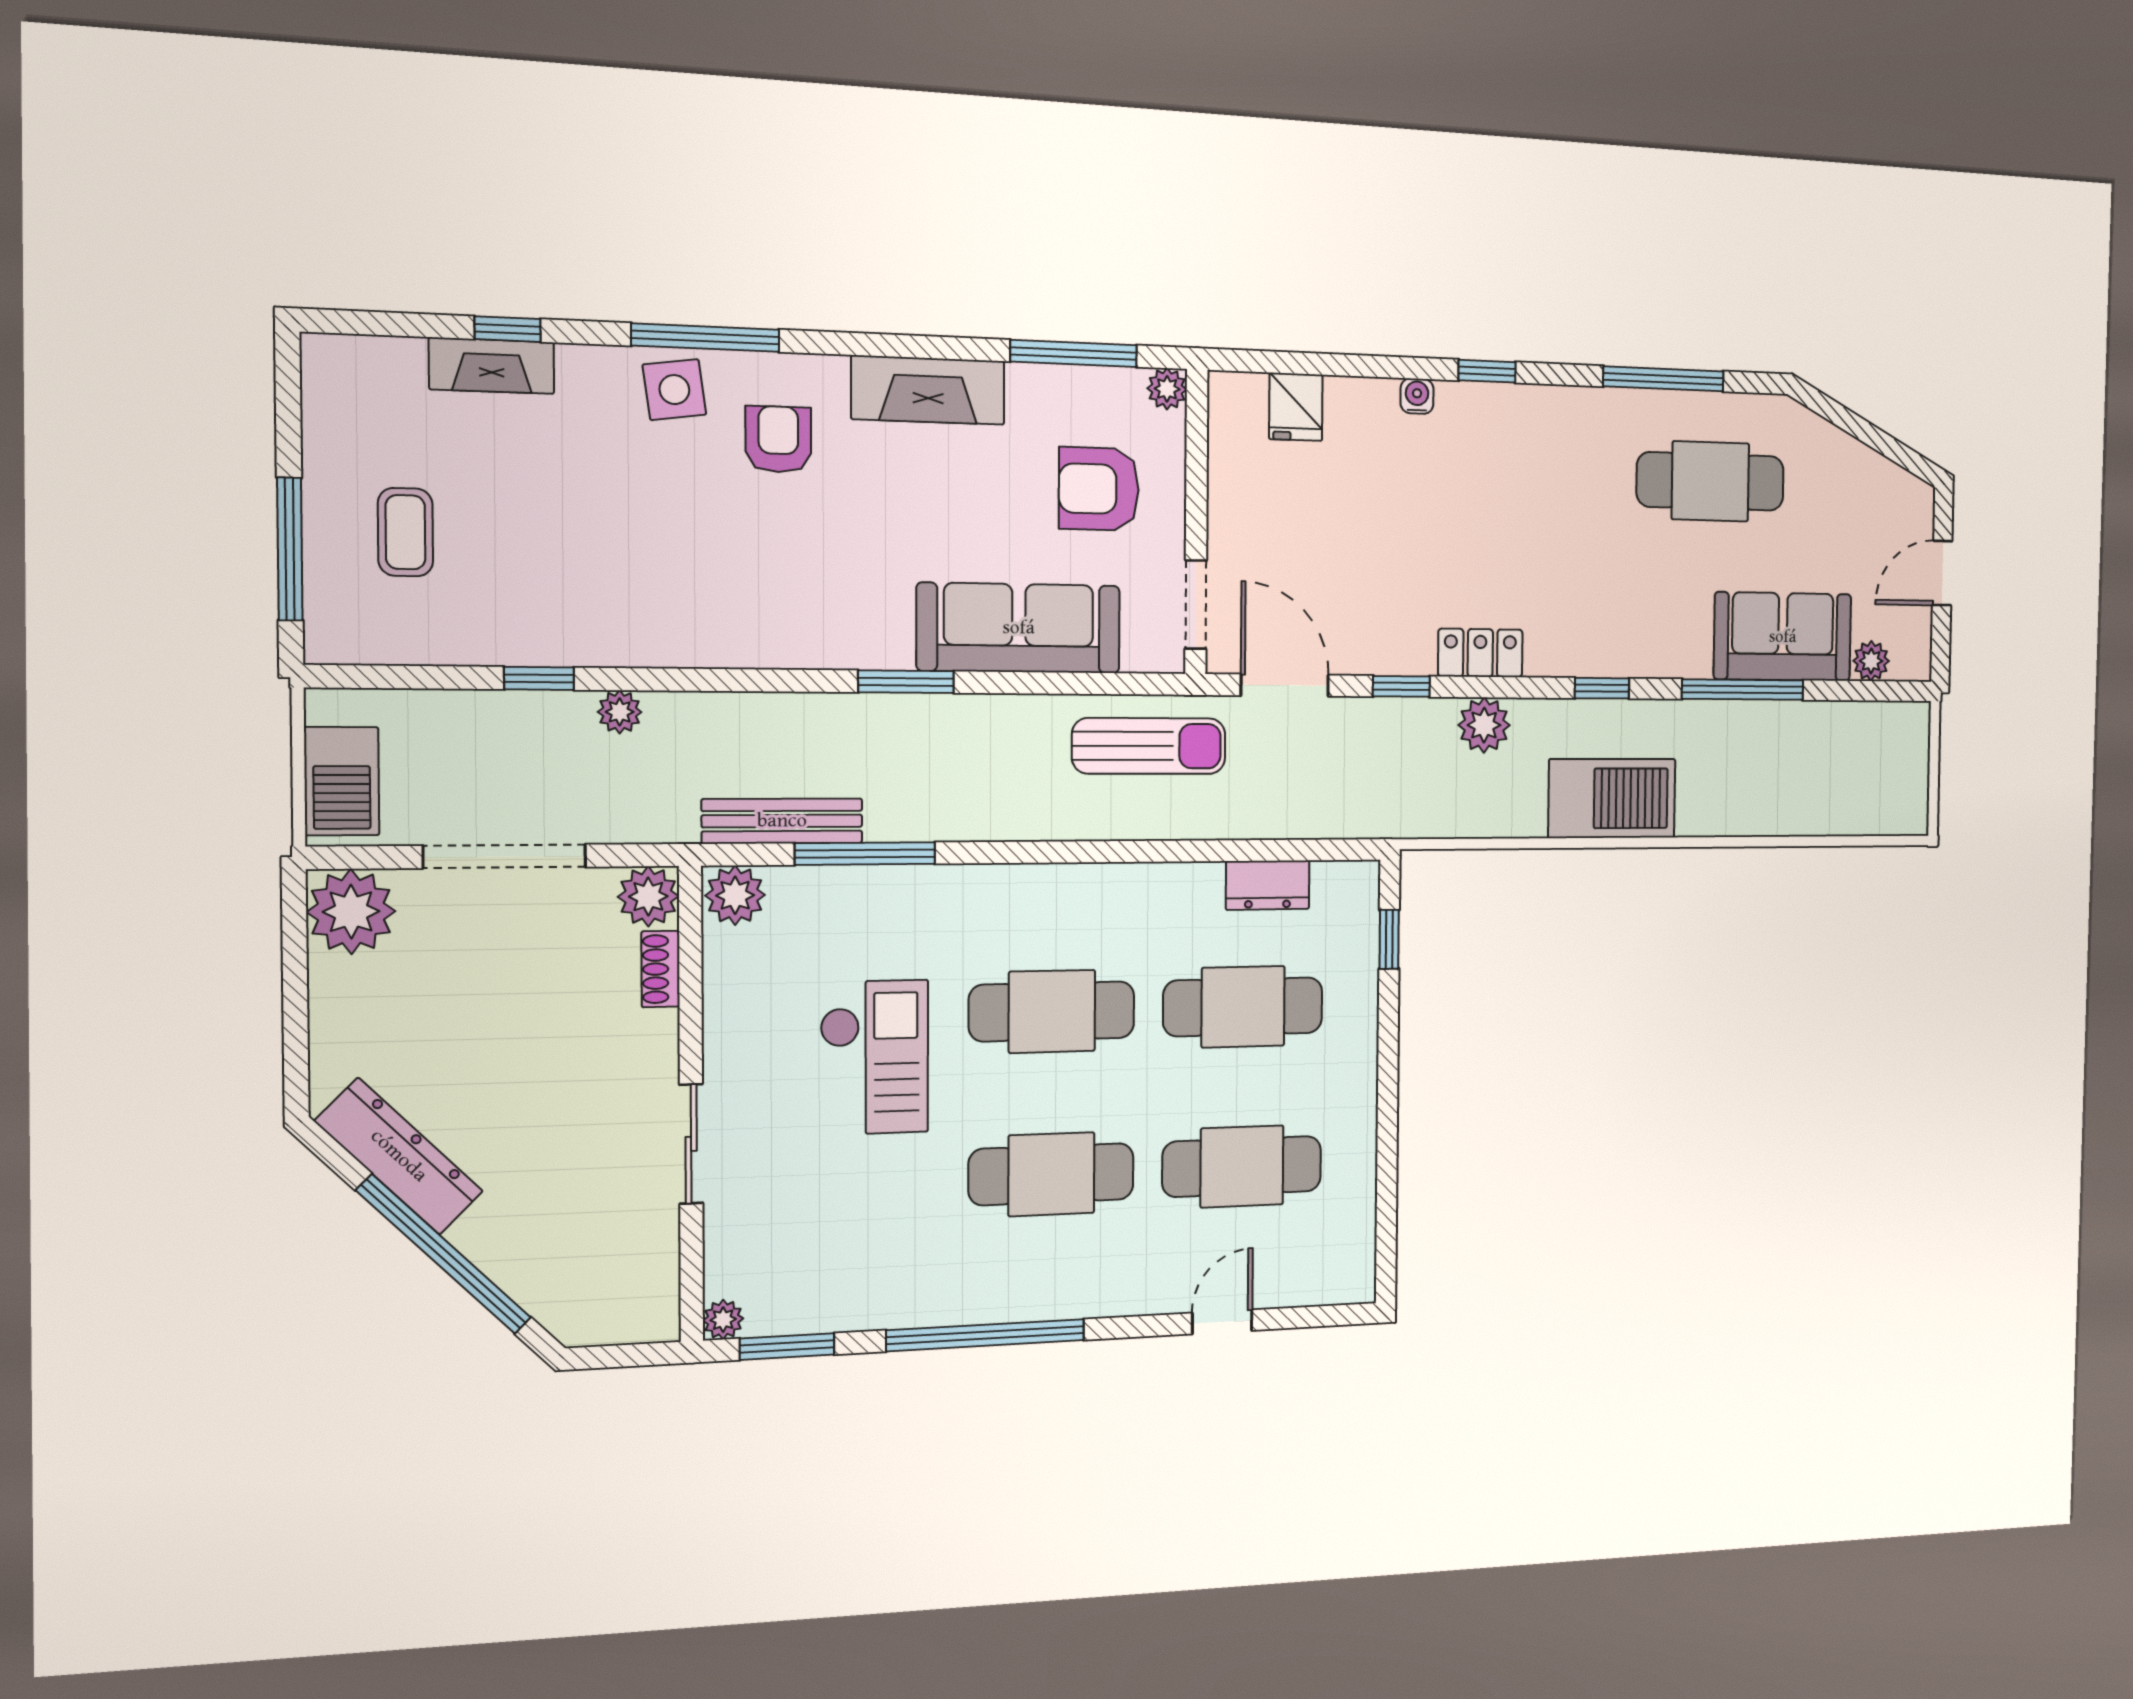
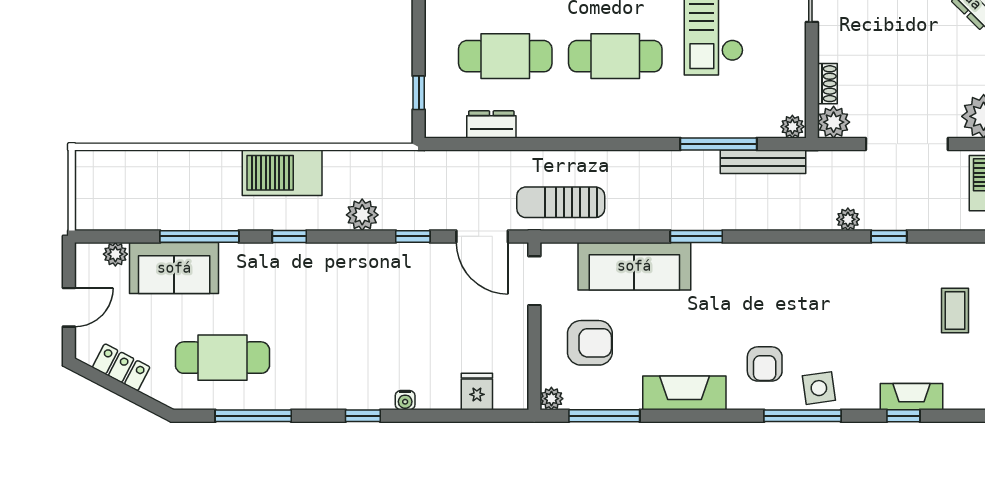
locker: (1480, 653) -> (121, 367), moved, turned -153
plant: (735, 895) -> (792, 127), width x0.73, depth x0.73

